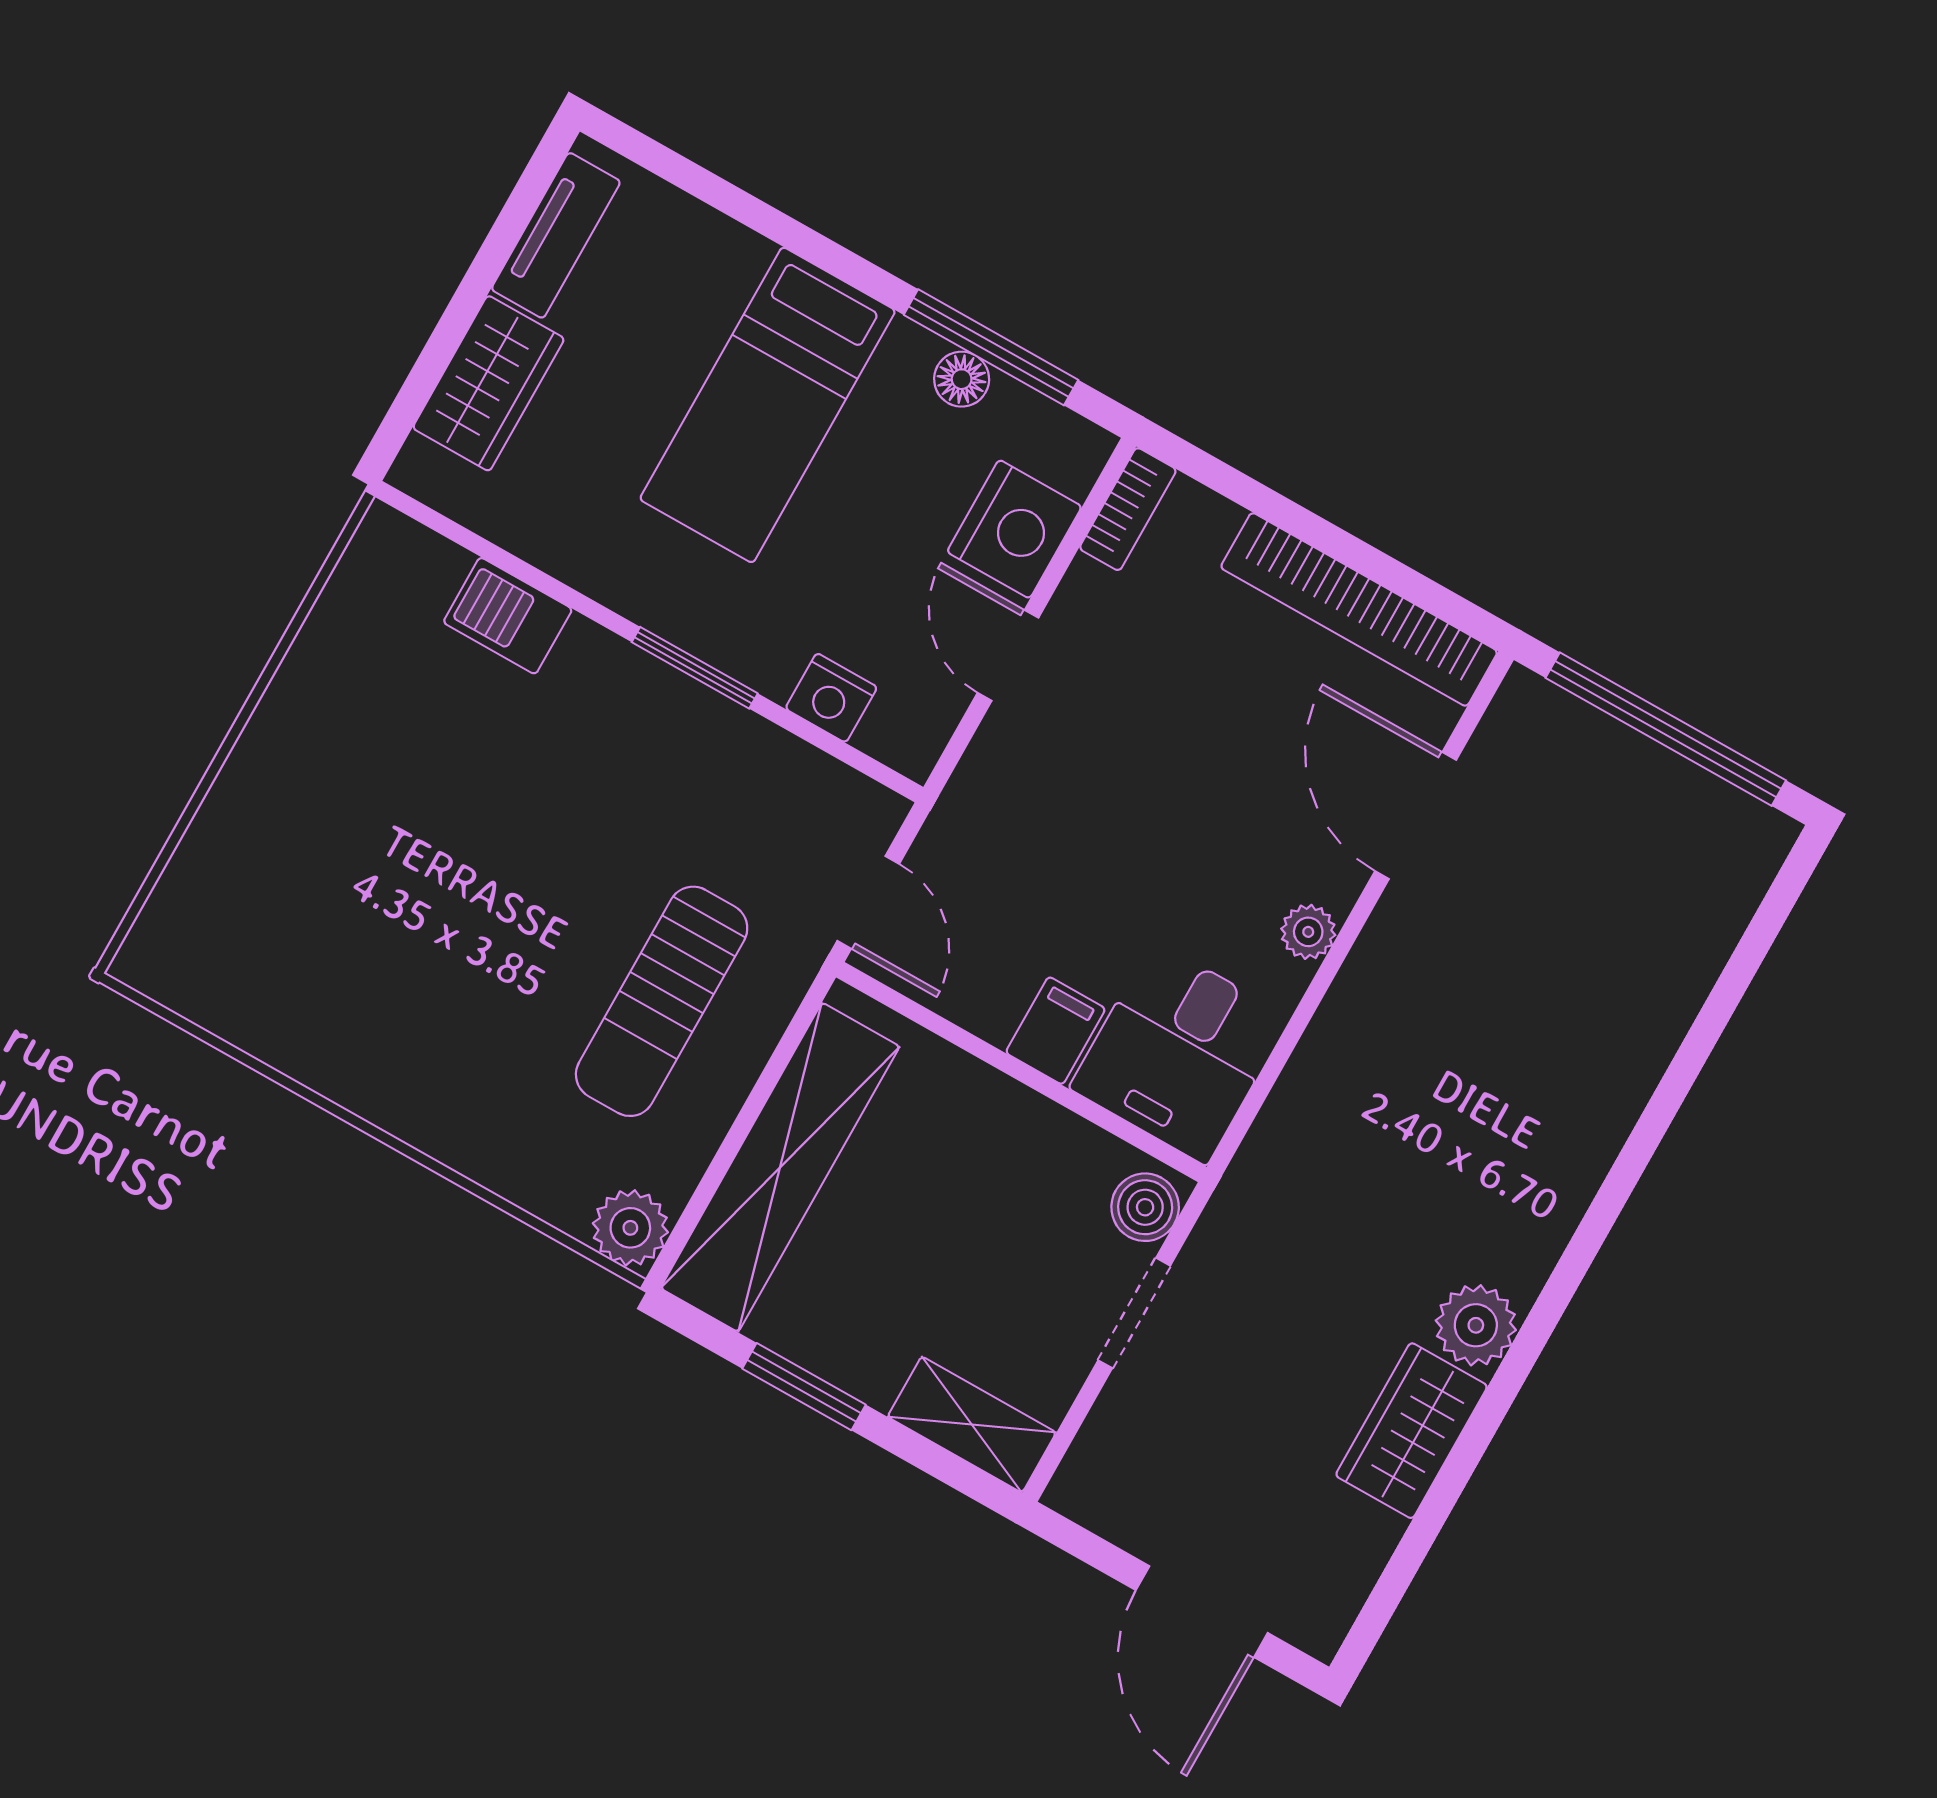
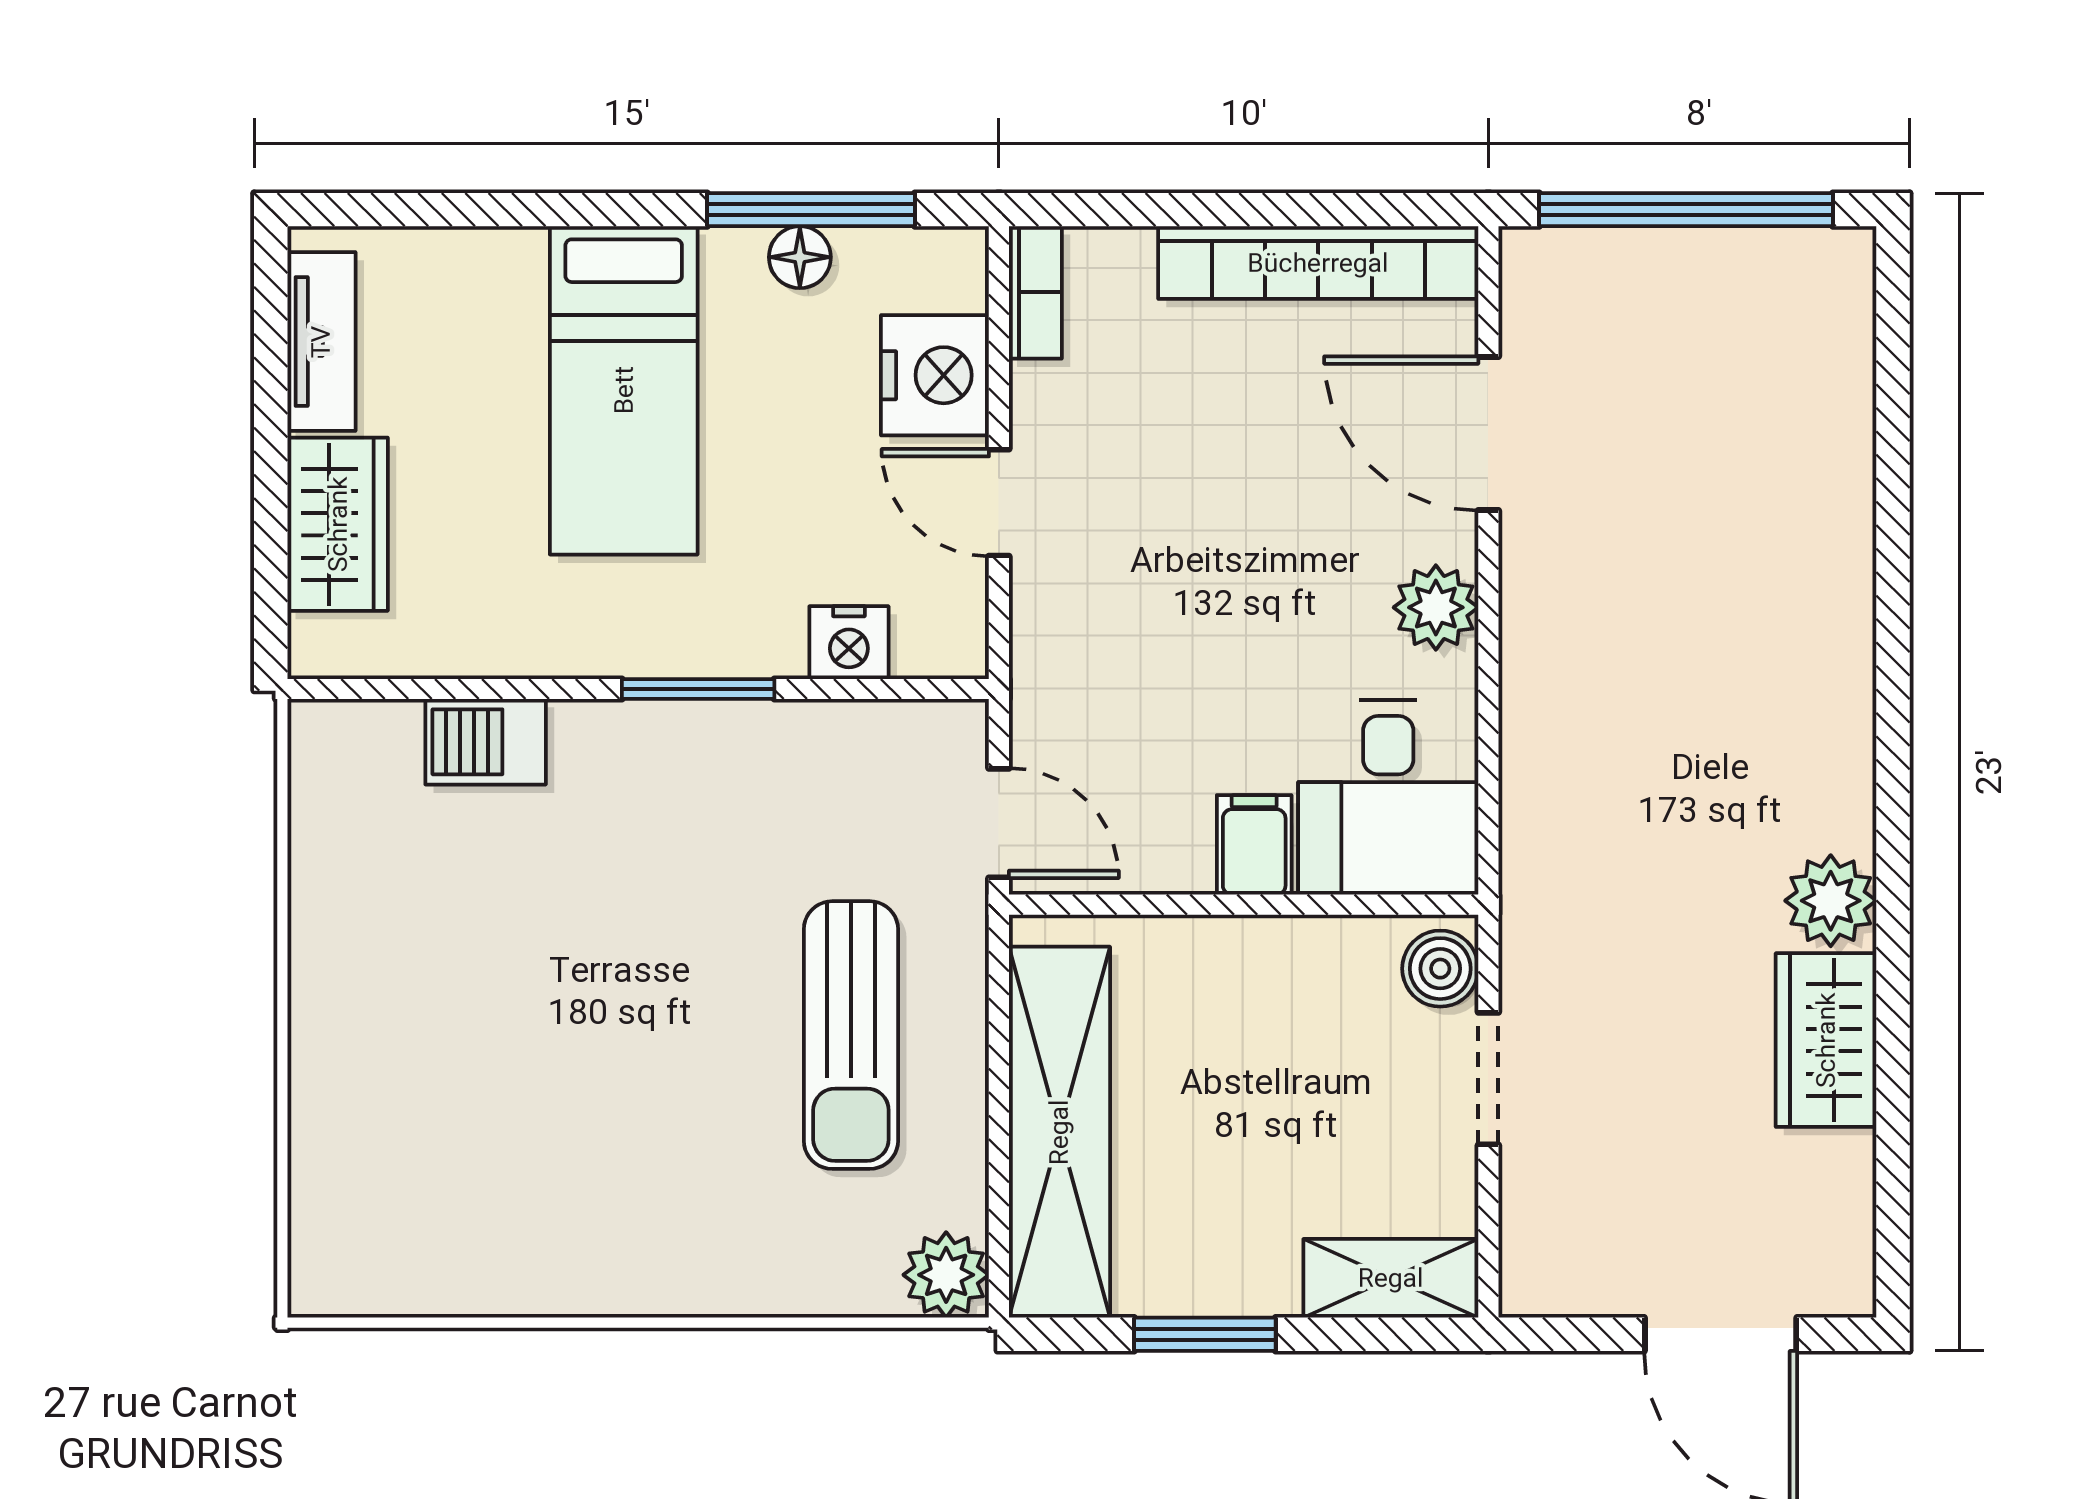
plant: (1308, 932) -> (1436, 607), width x1.38, depth x1.38

